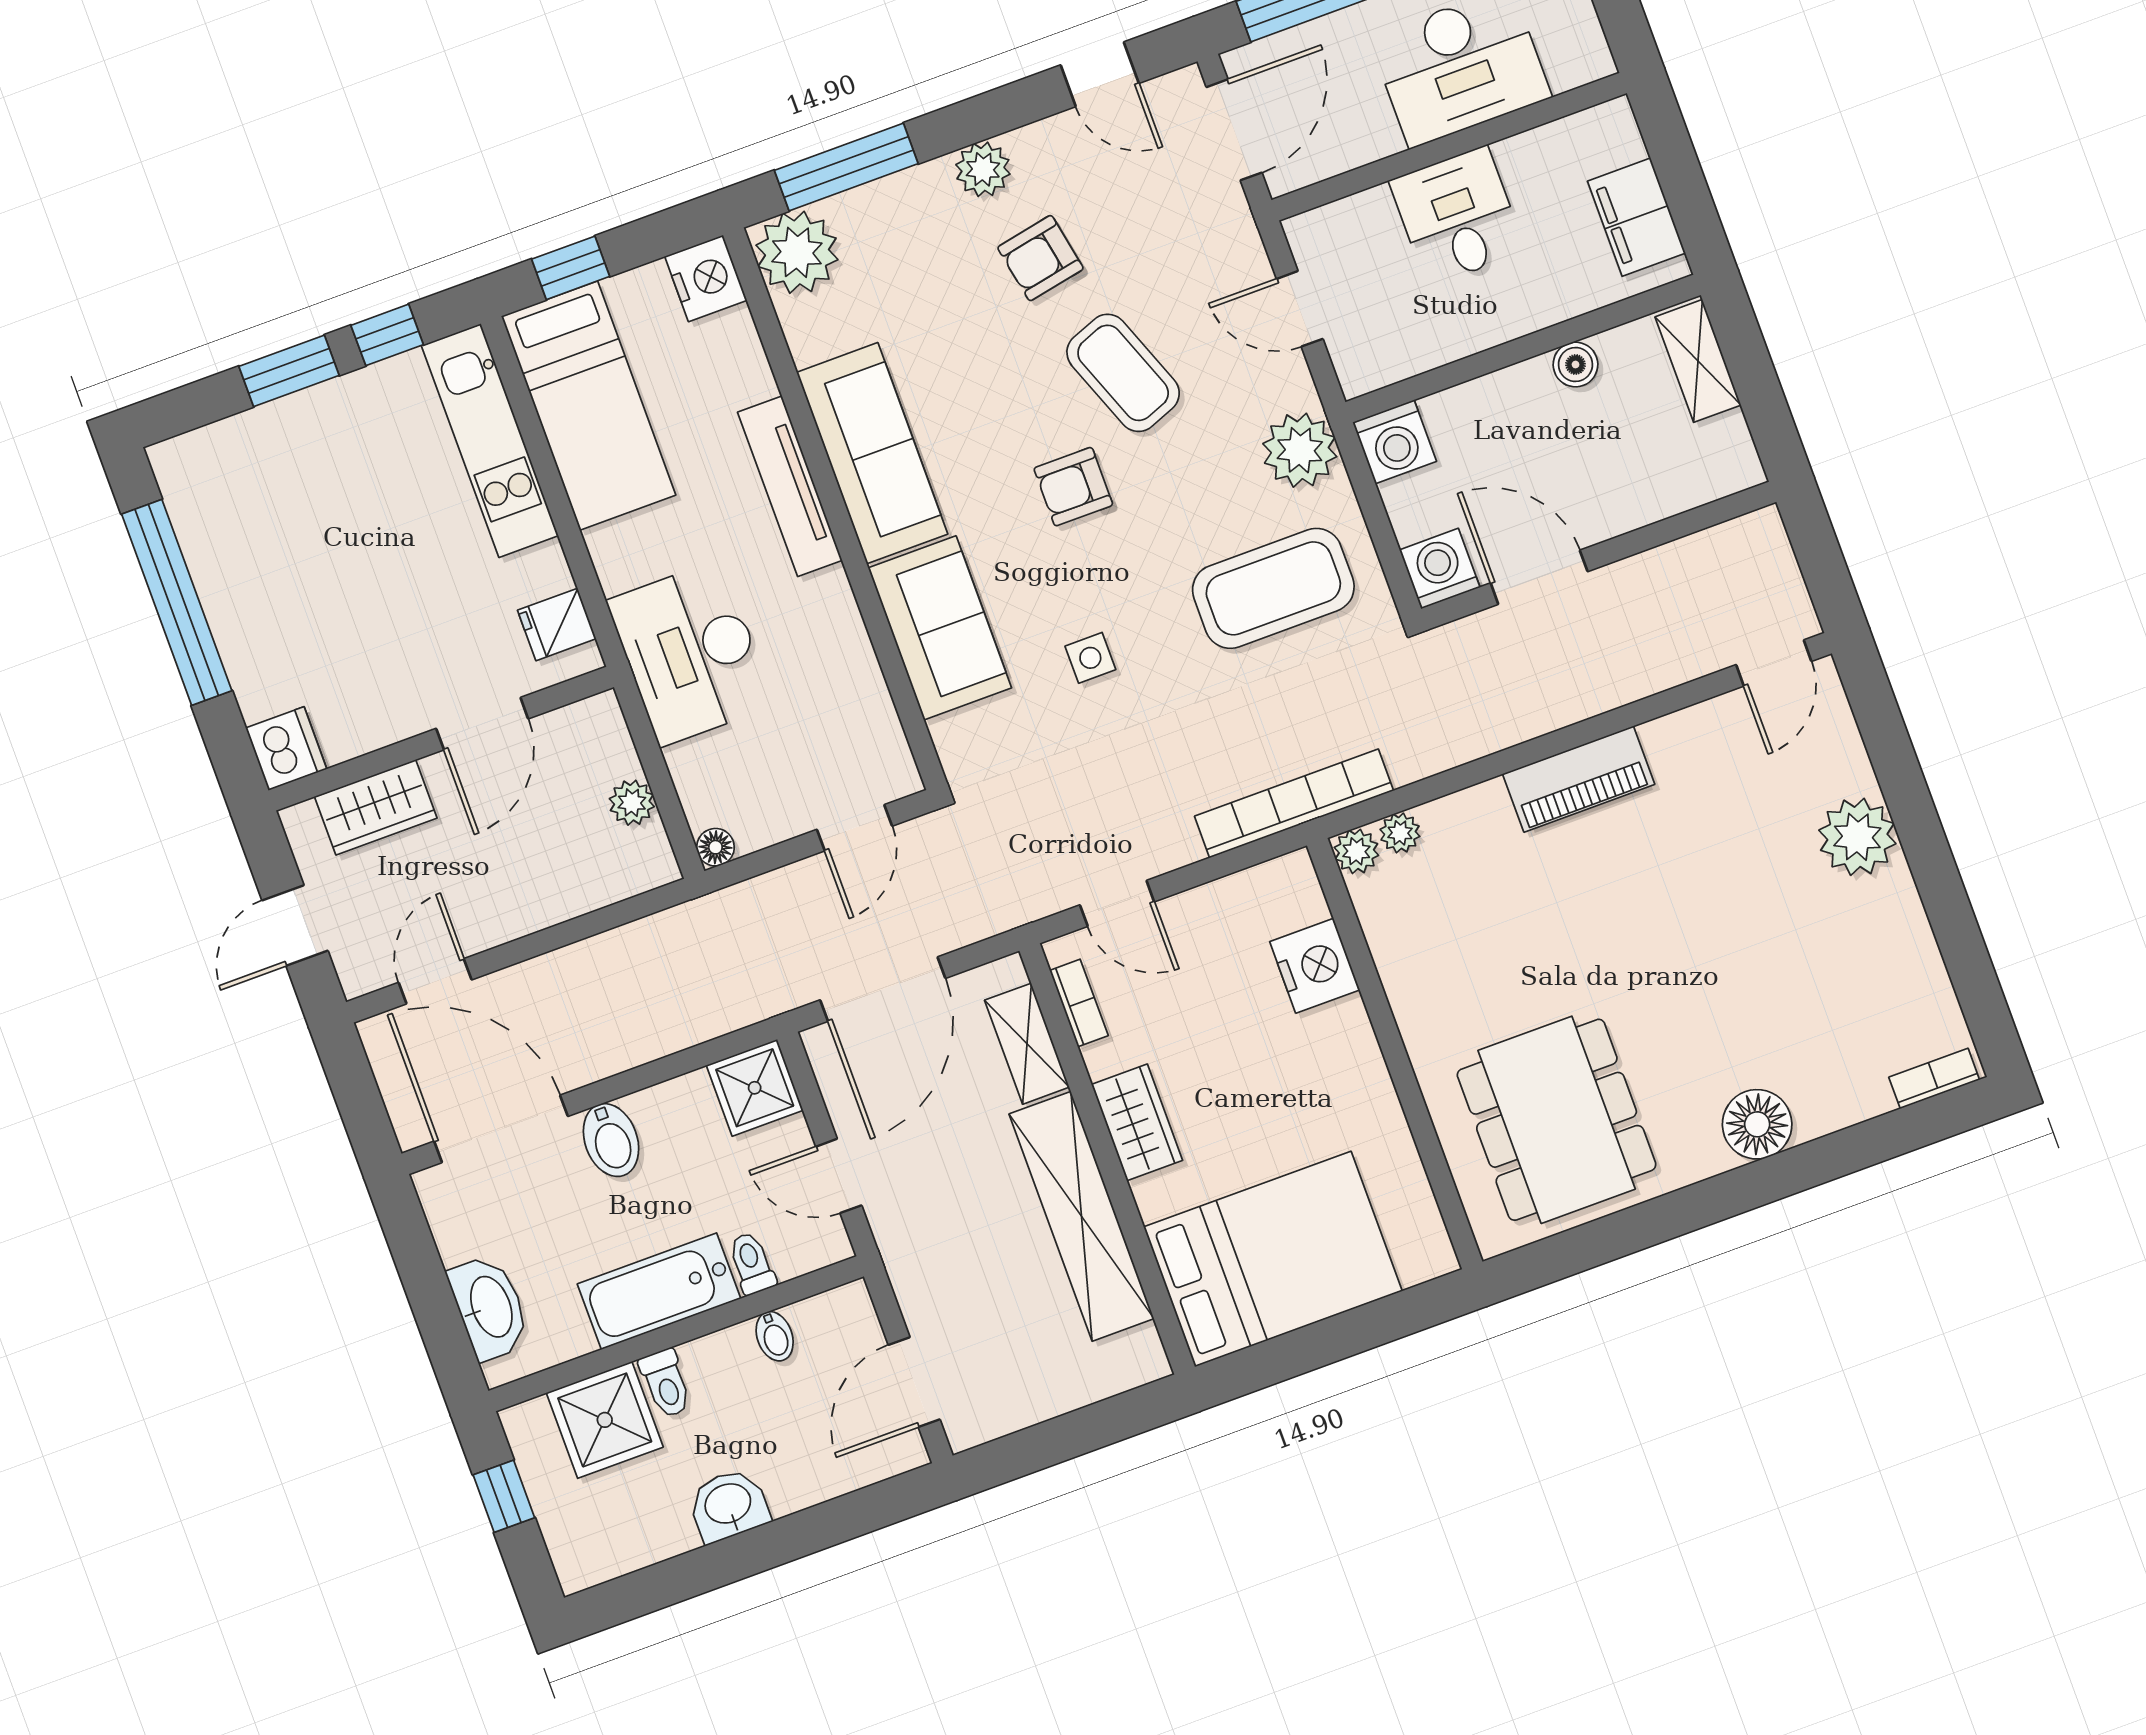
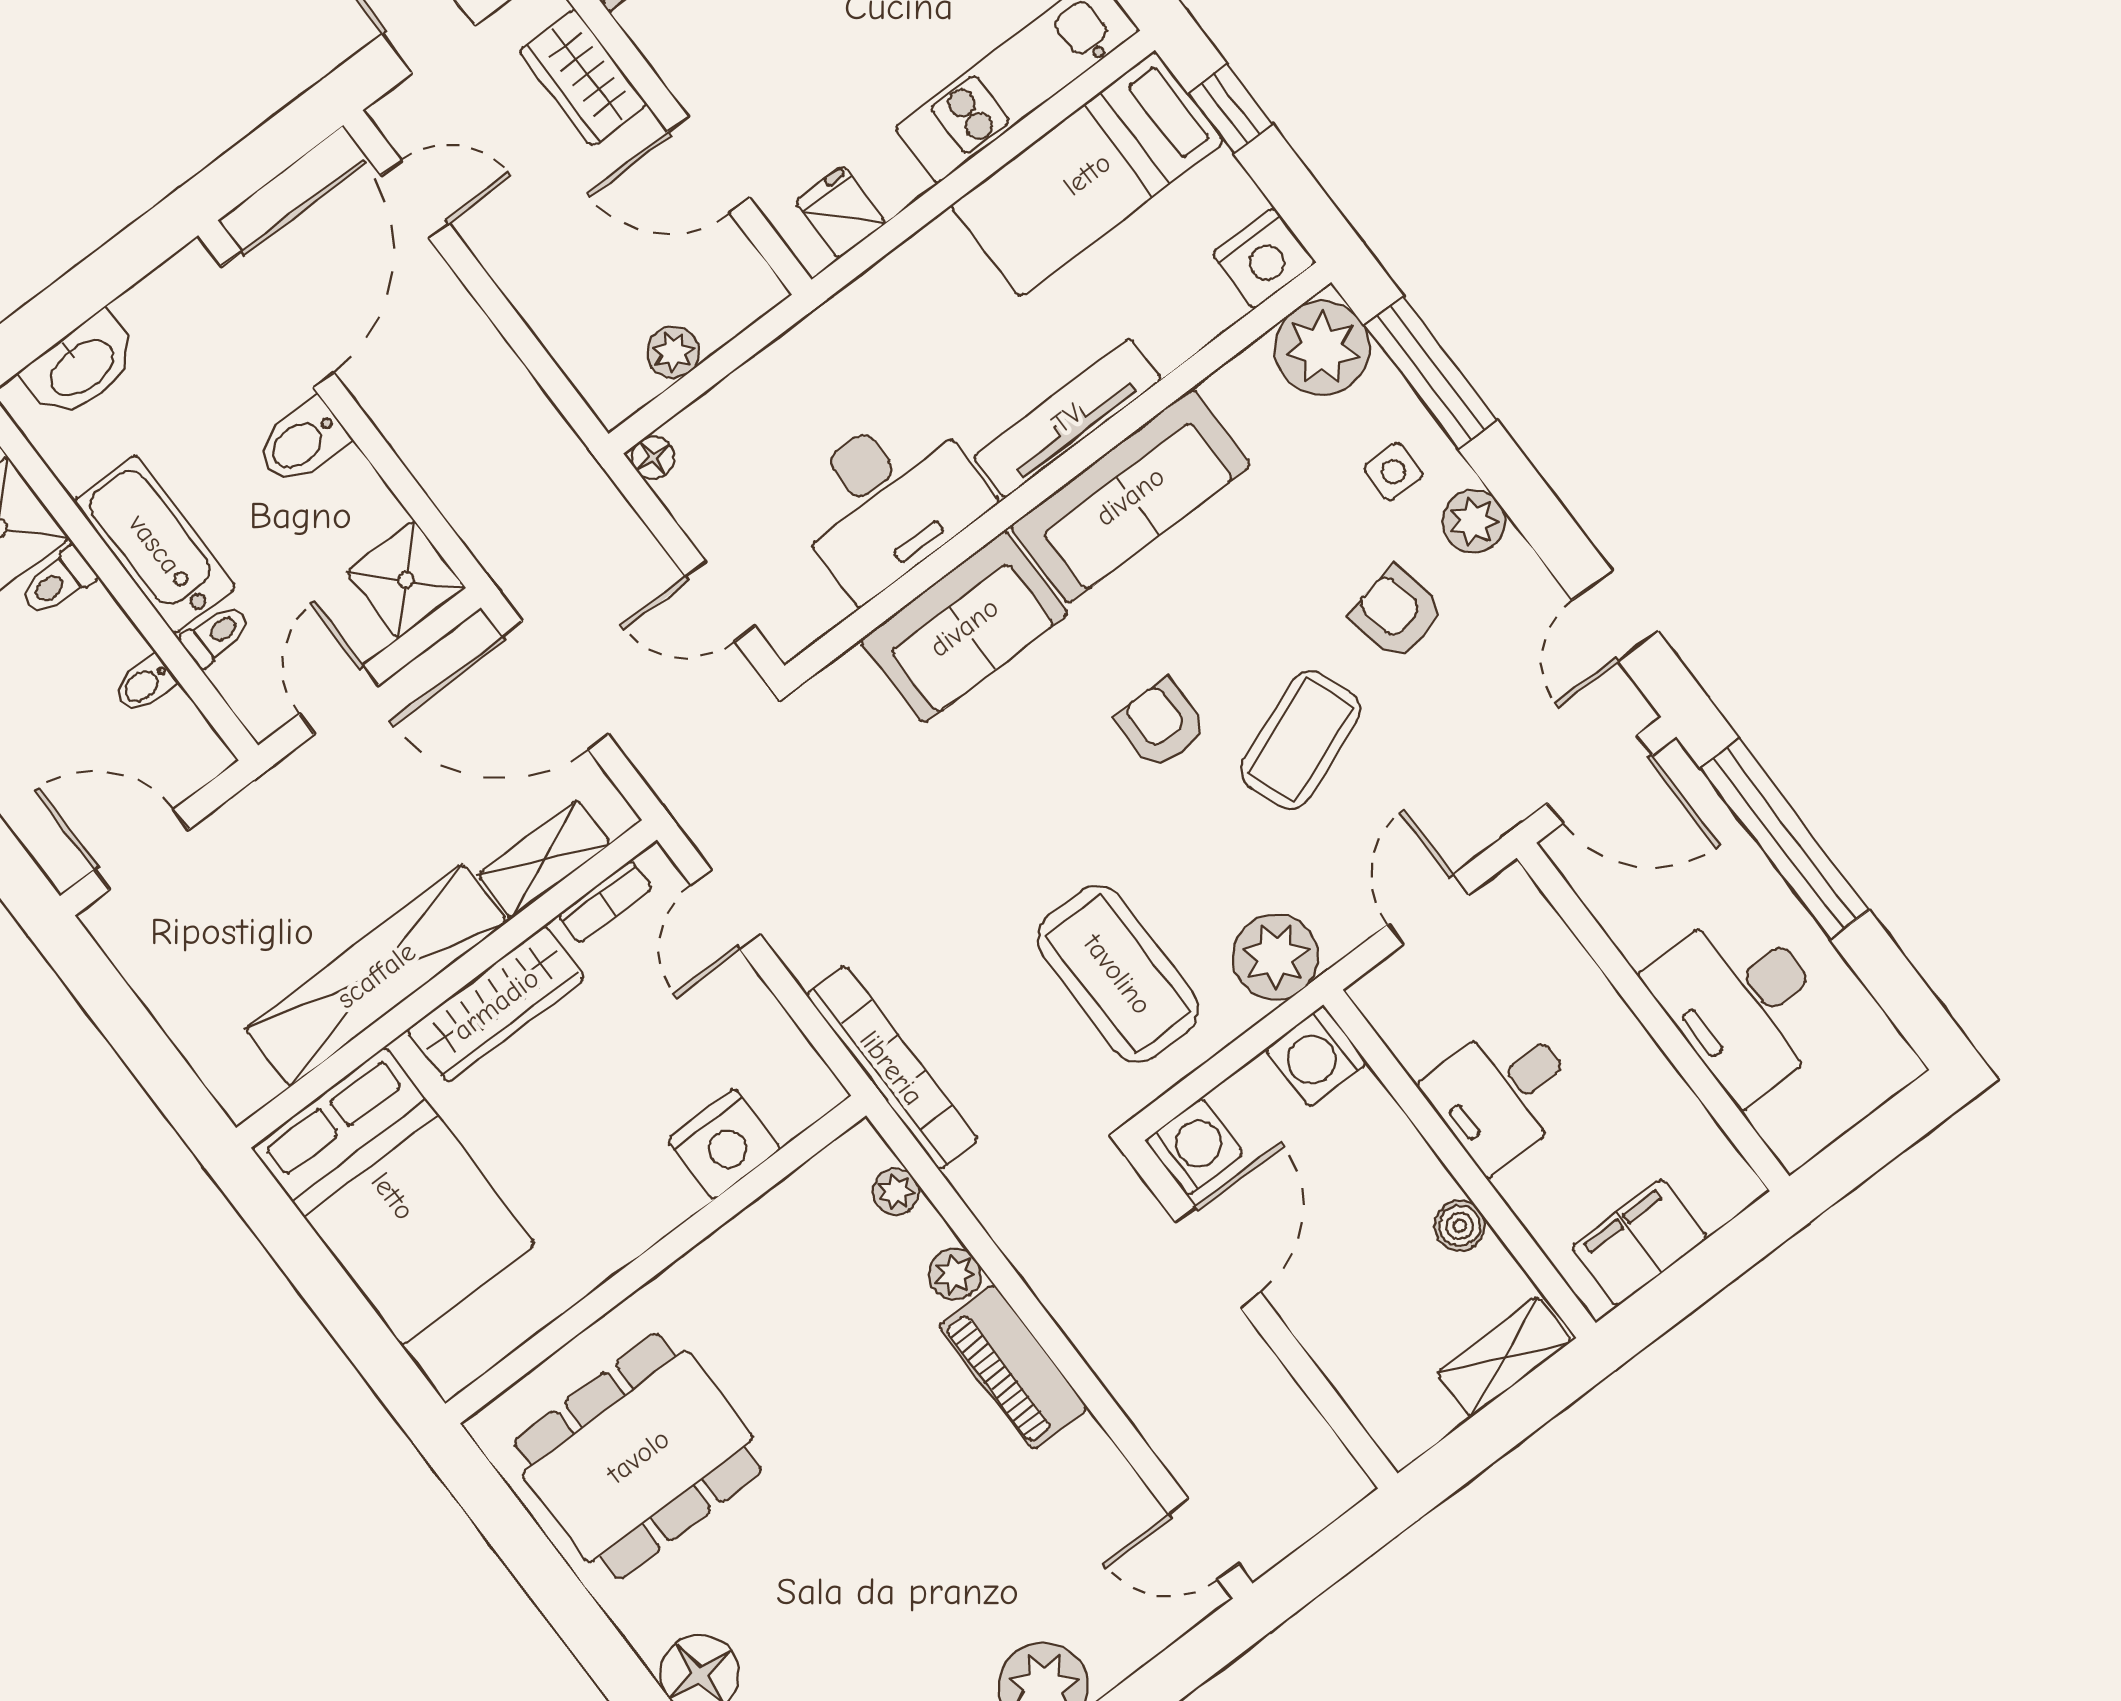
desk: (1457, 216) -> (1502, 1093), moved, turned 180
desk: (690, 653) -> (888, 500), moved, turned 180
side table: (1090, 658) -> (1393, 472), moved
plant: (1356, 851) -> (955, 1274), moved
wardrobe: (1137, 1122) -> (496, 1004), width x1.50

